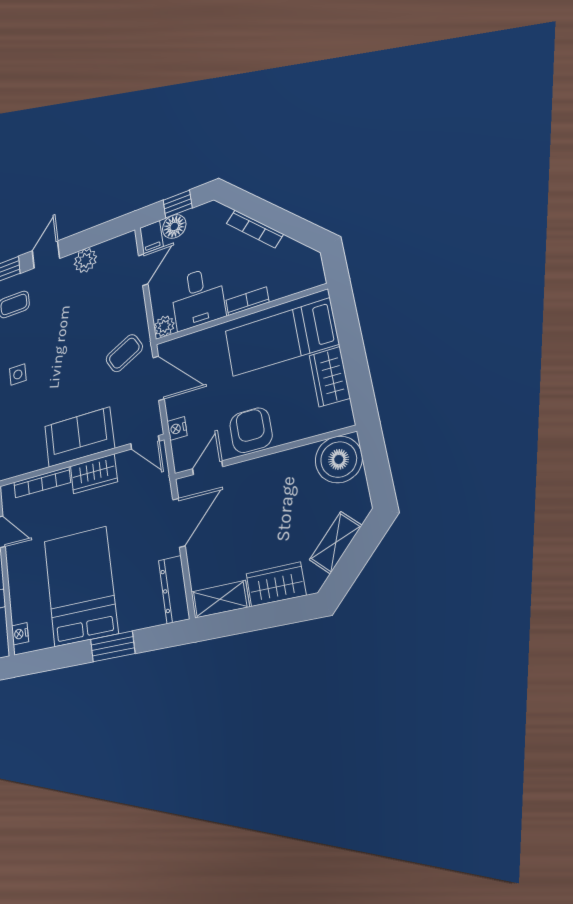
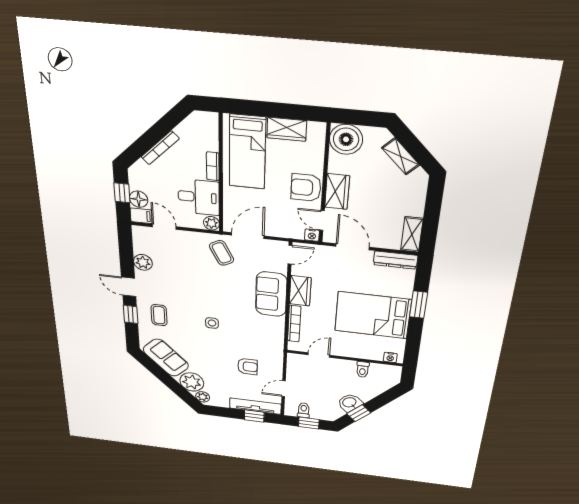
nightstand: (177, 429) -> (312, 235), moved
wardrobe: (276, 584) -> (337, 192), moved, turned 180

